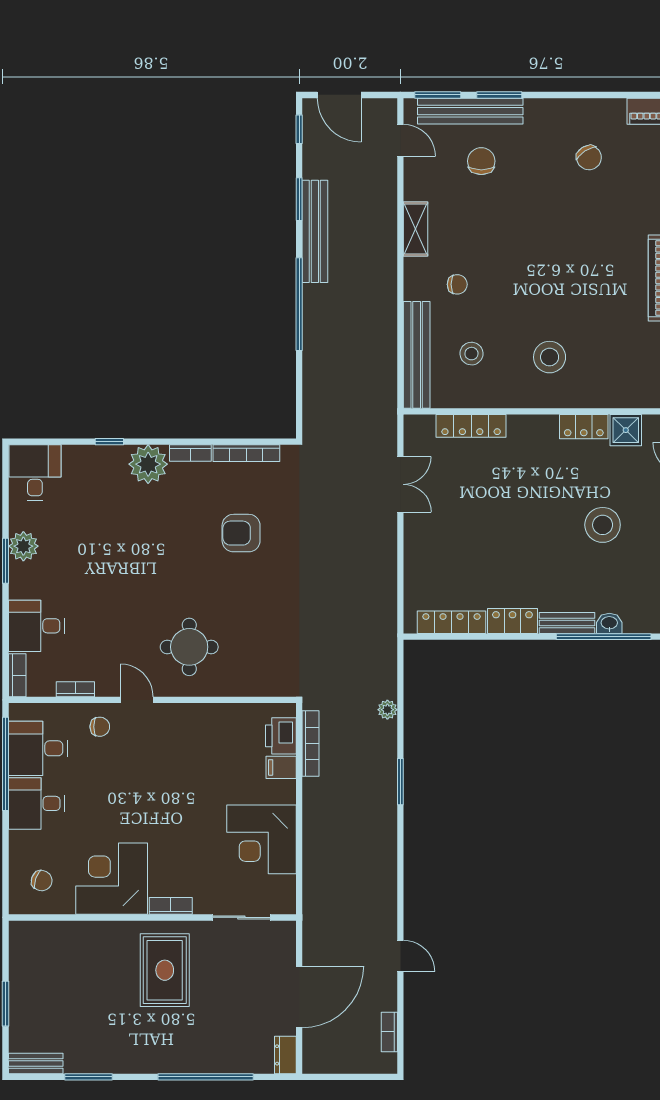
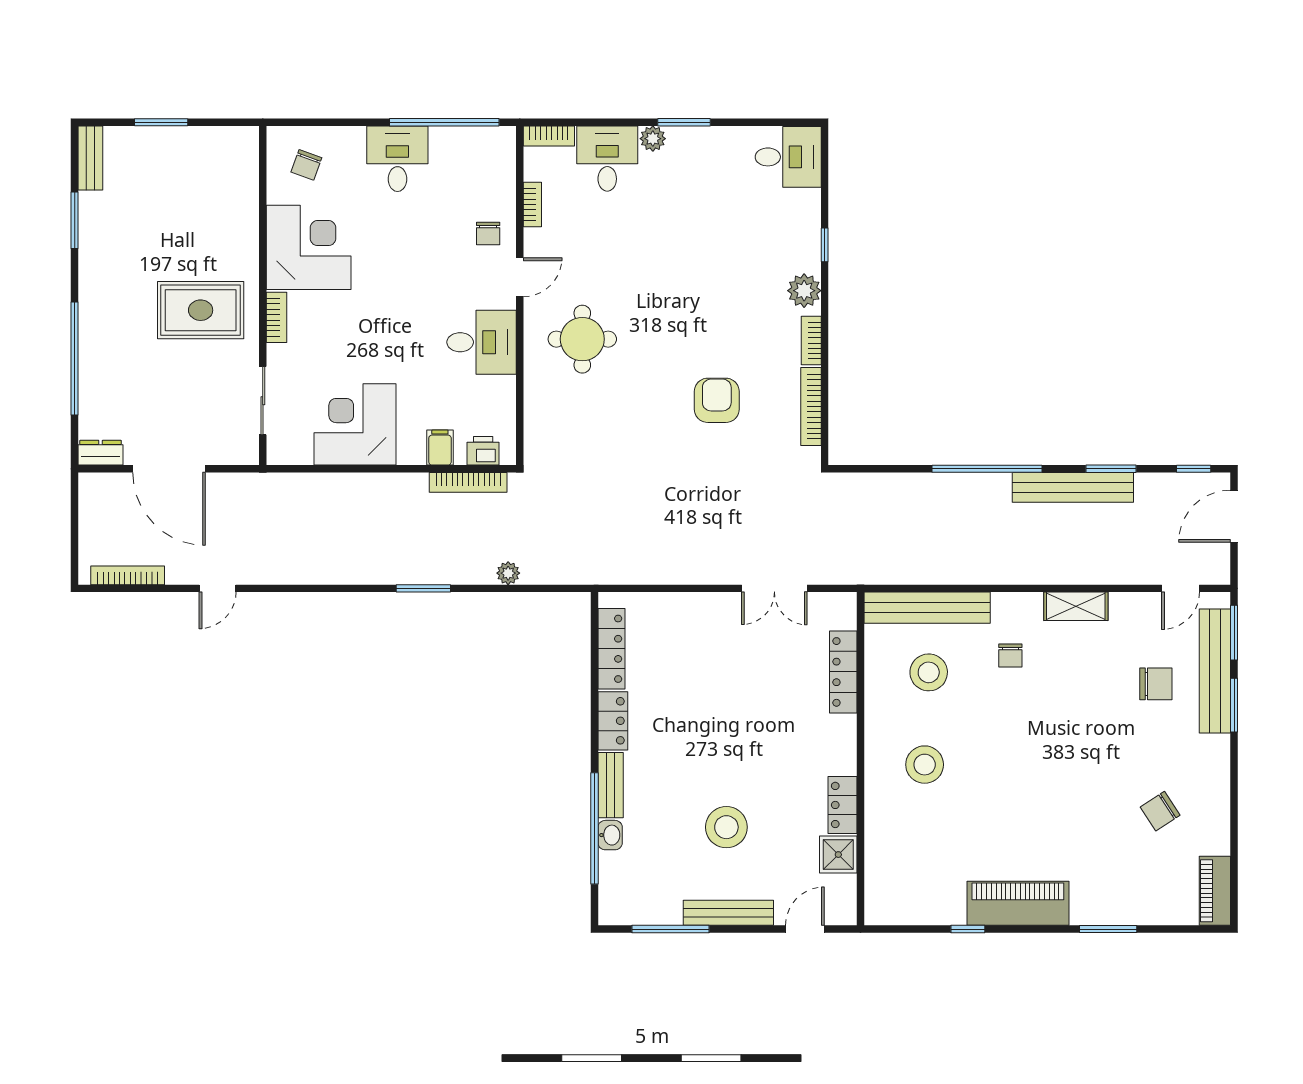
stool: (471, 354) -> (929, 672), width x1.38, depth x1.38
plant: (148, 464) -> (804, 291), width x0.73, depth x0.73
plant: (23, 546) -> (653, 139), moved, width x0.73, depth x0.73
printer: (281, 736) -> (483, 451), width x0.73, depth x0.81
desk: (38, 748) -> (482, 342), moved, turned 90
bookcase: (389, 1032) -> (128, 575), width x1.56

